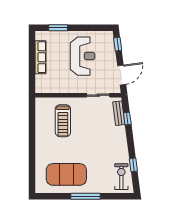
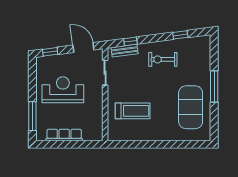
window: (58, 28) -> (32, 116), width x1.44
exercise bike: (121, 177) -> (163, 59), moved

